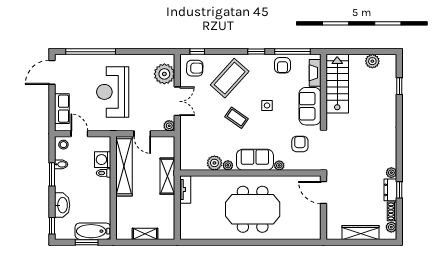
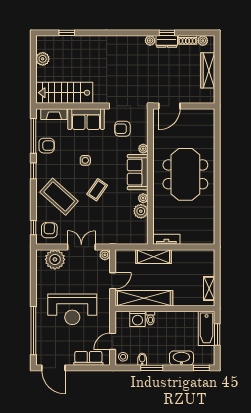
shelving: (145, 234) -> (209, 288), moved

